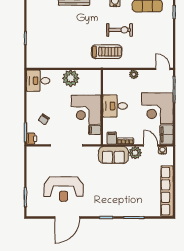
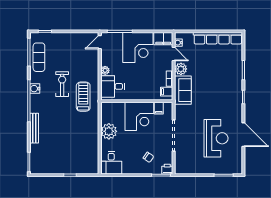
desk: (115, 106) -> (113, 86), moved, turned 90
door: (151, 145) -> (174, 54), swing flipped

